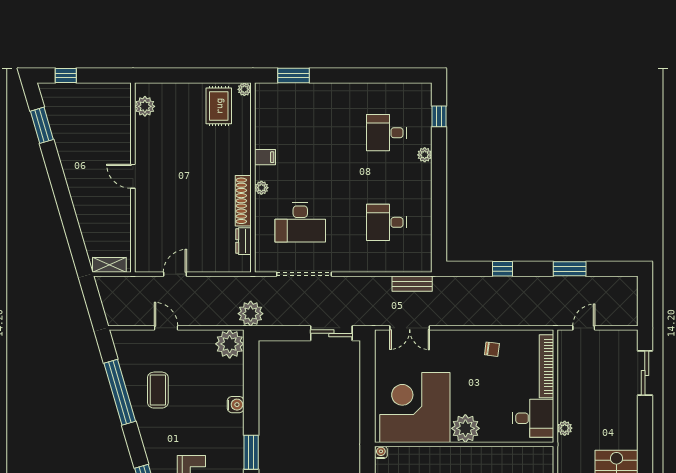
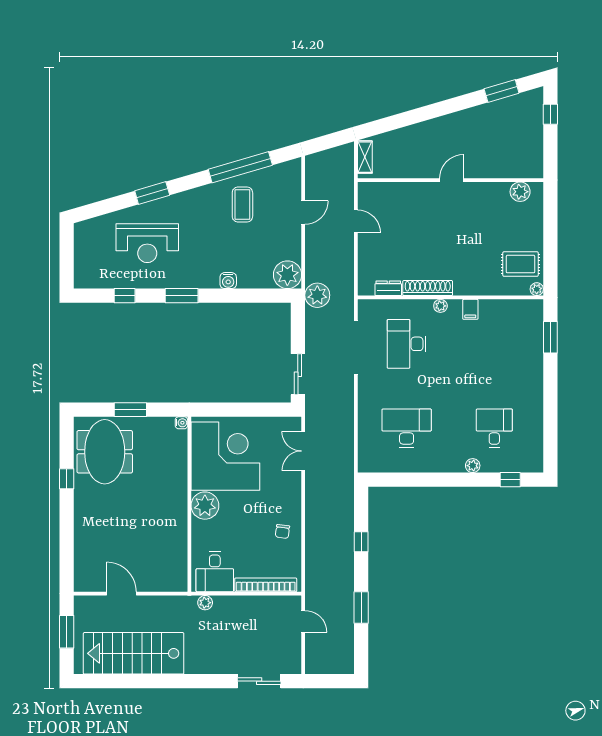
desk: (386, 222) -> (407, 428), width x1.37
bench: (412, 284) -> (347, 453), removed
coffee table: (158, 390) -> (242, 205), turned 90

